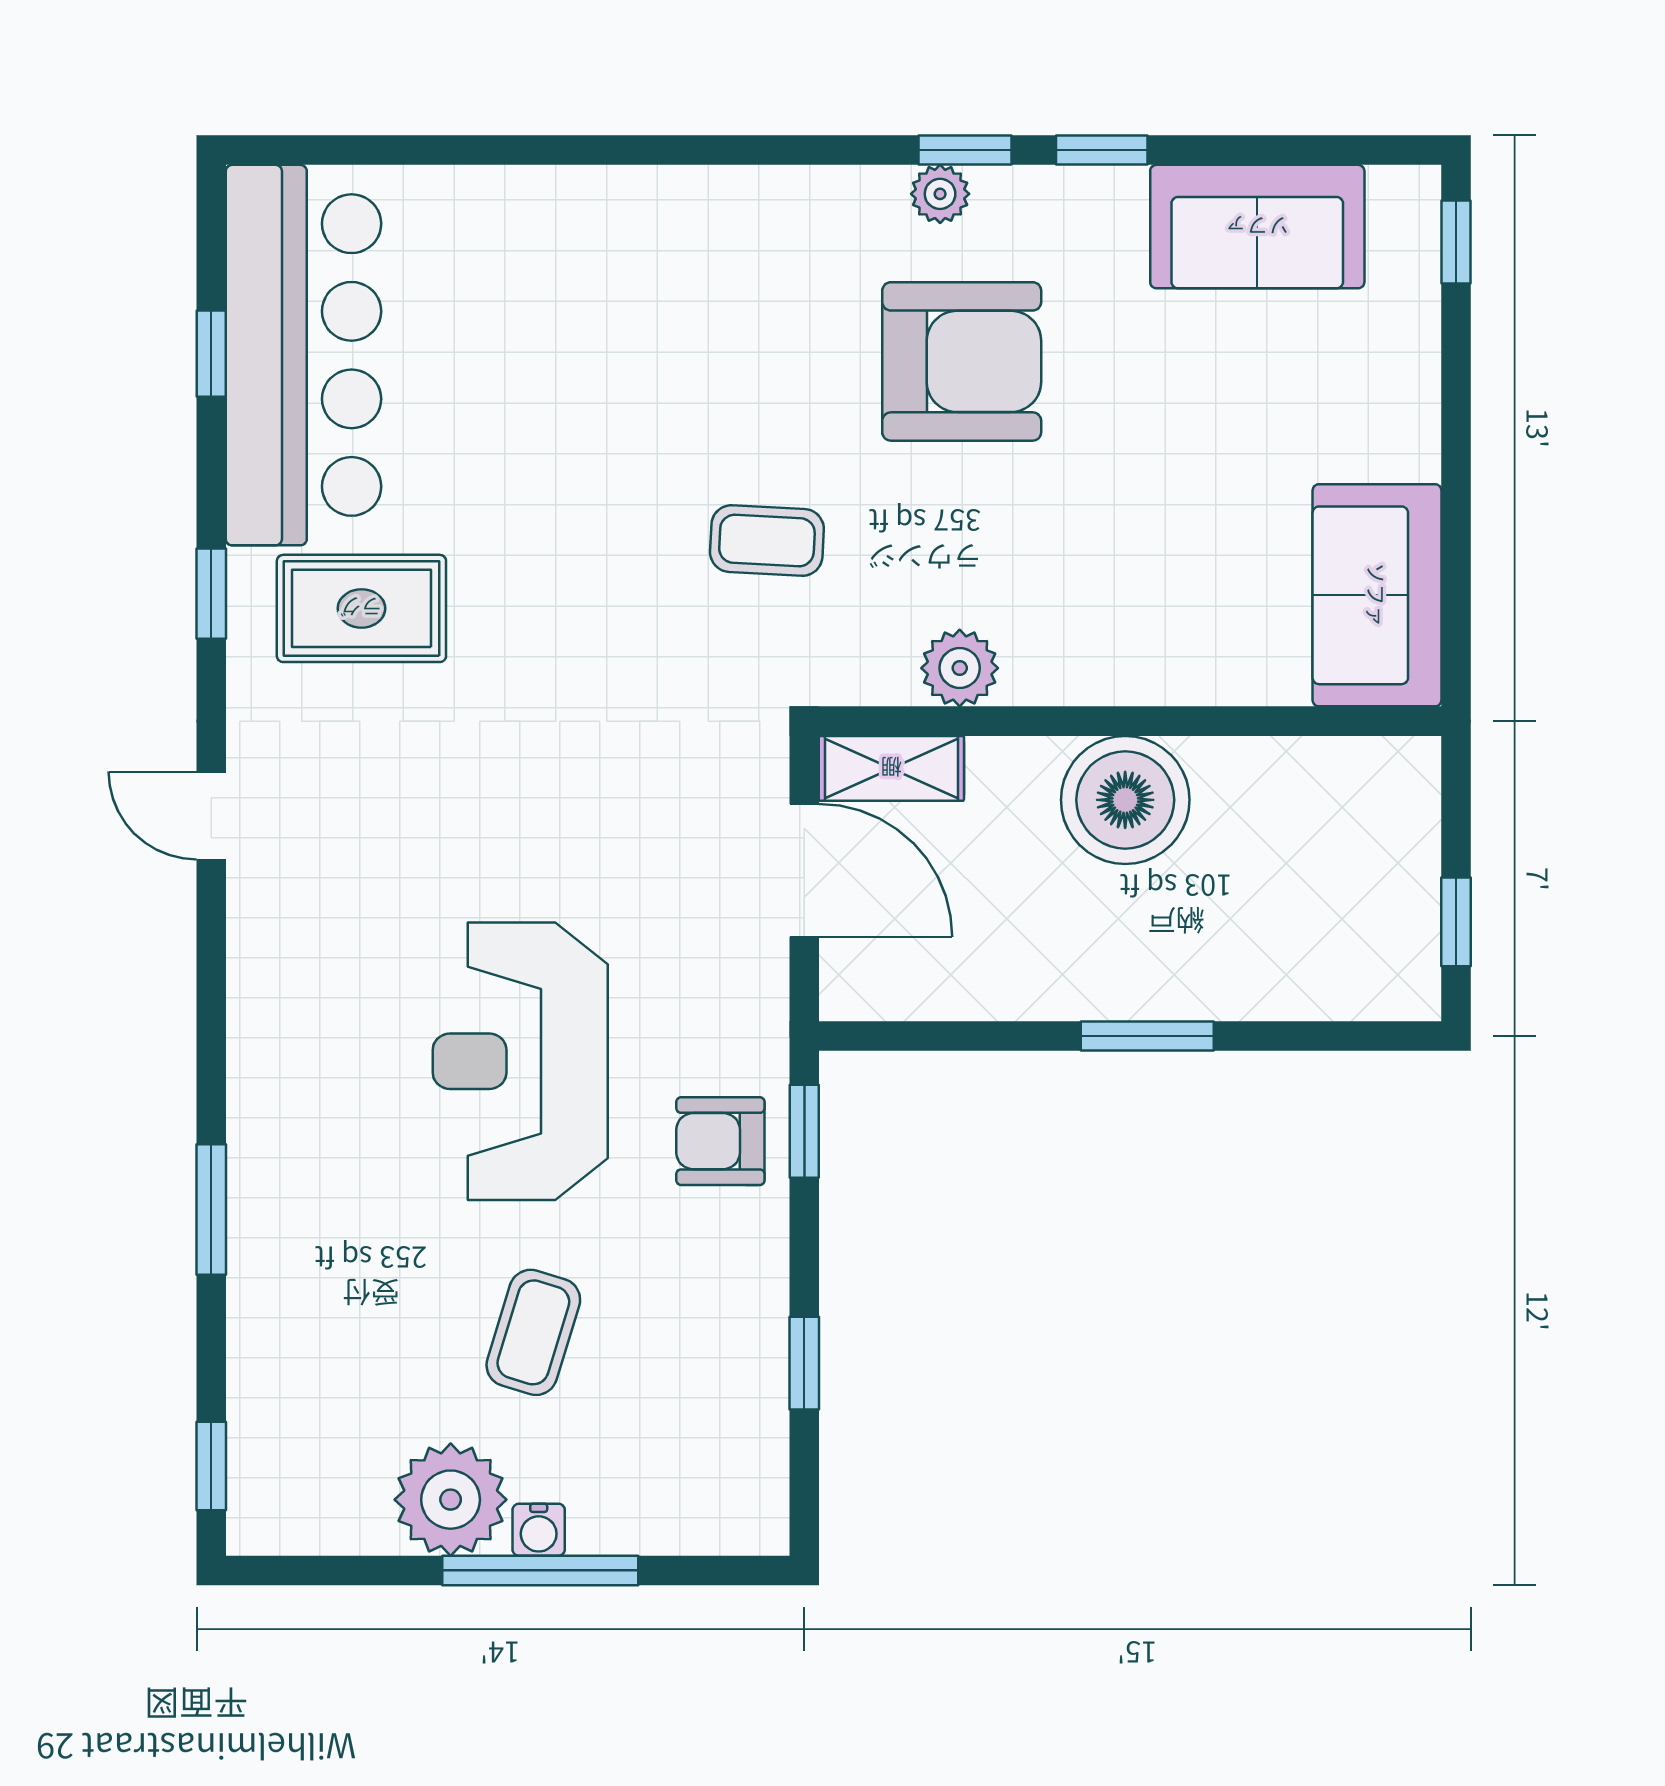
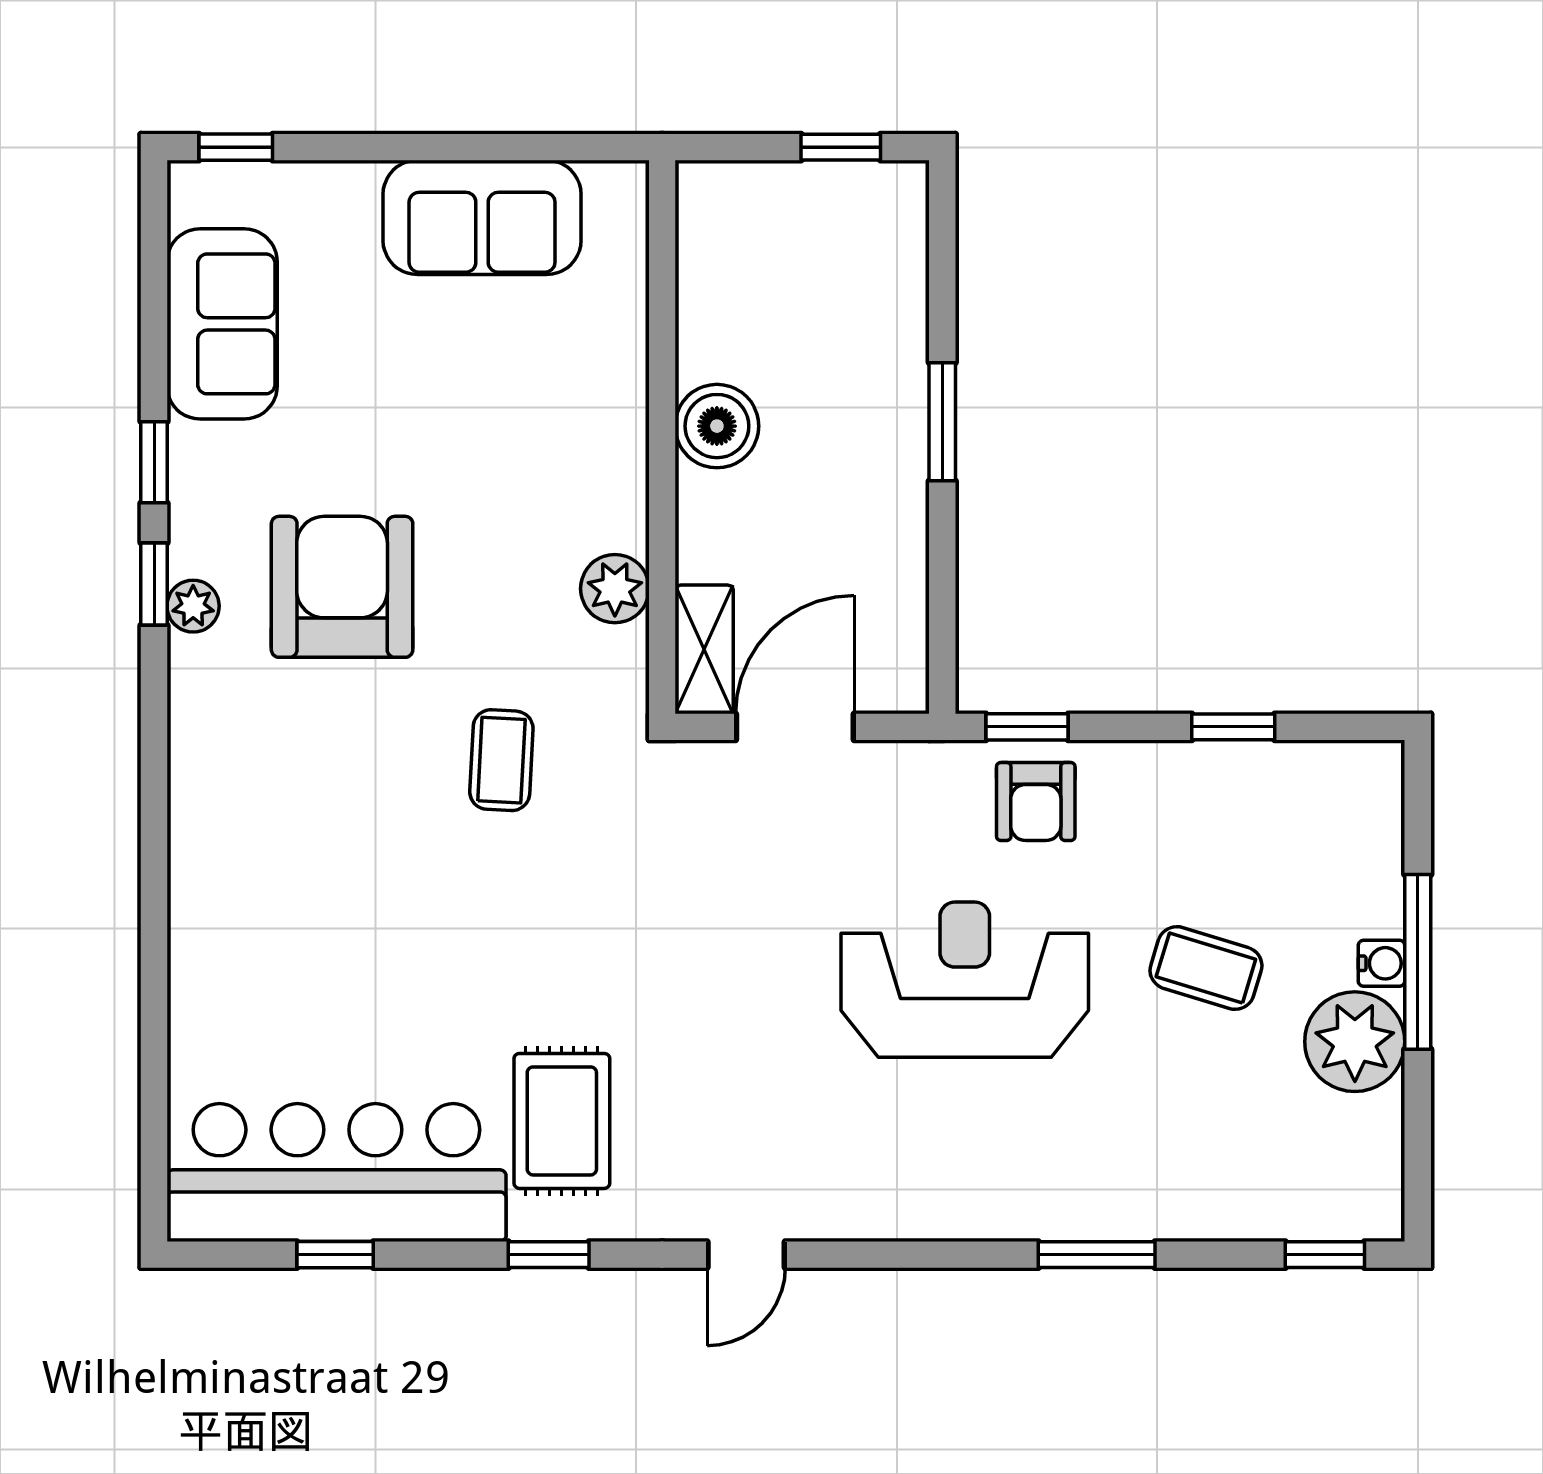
sofa: (1377, 595) -> (482, 217), moved
boiler: (1125, 800) -> (717, 426), width x0.73, depth x0.73
reception desk: (520, 1061) -> (965, 980), turned 180

